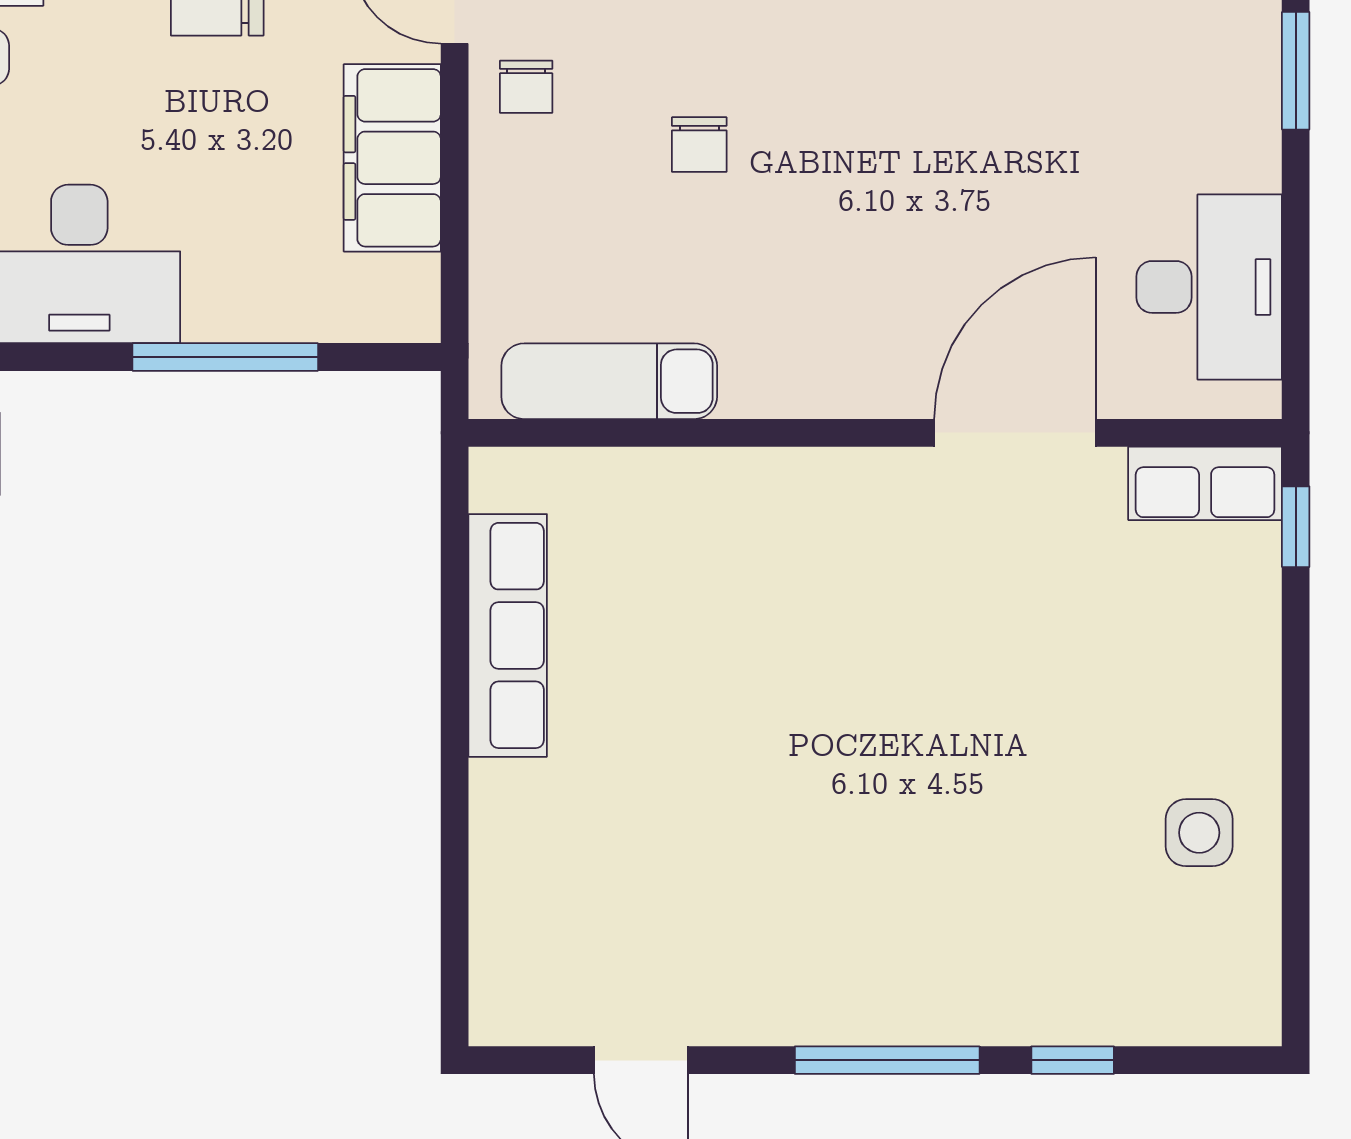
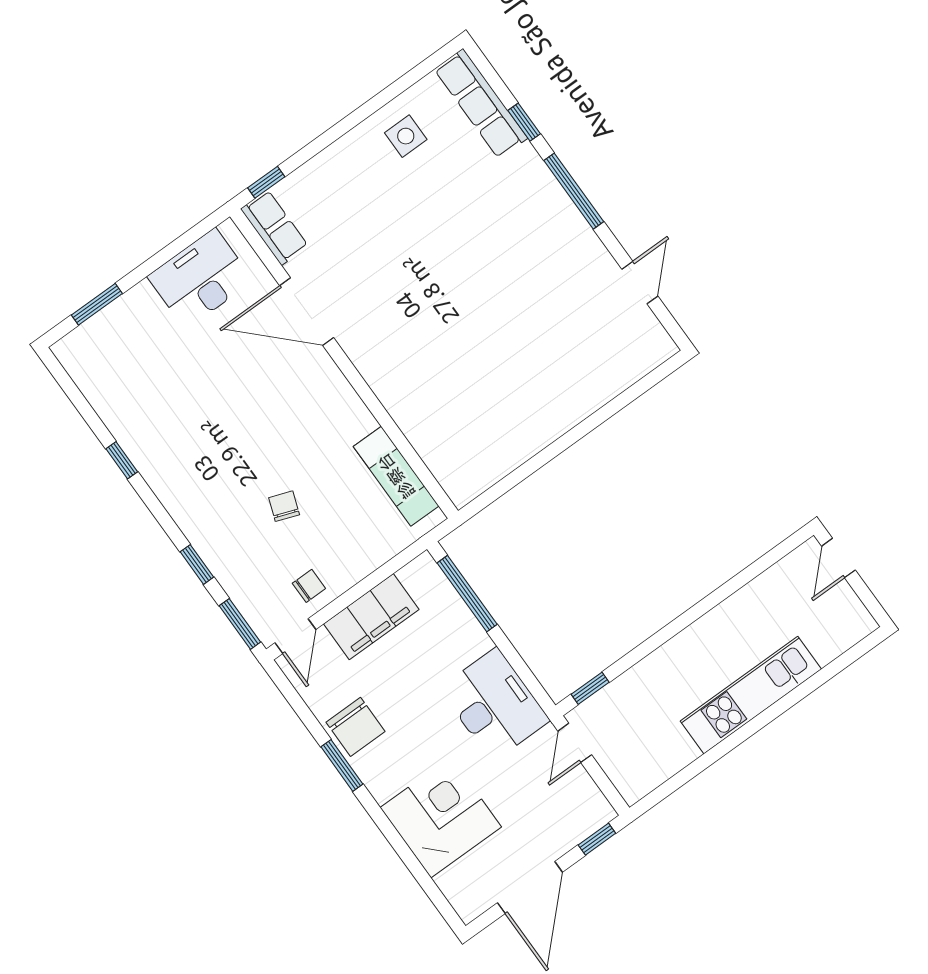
chair: (699, 145) -> (284, 506), turned -70
window: (225, 357) -> (467, 594), moved
row of seats: (508, 635) -> (481, 104), moved, turned -90

